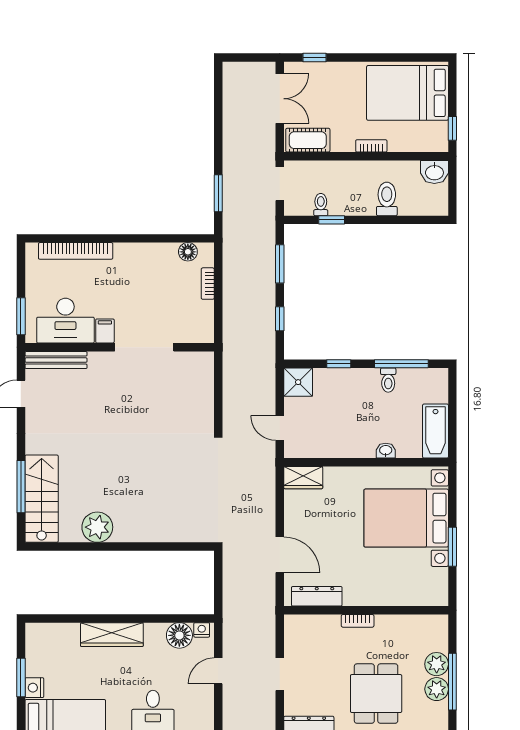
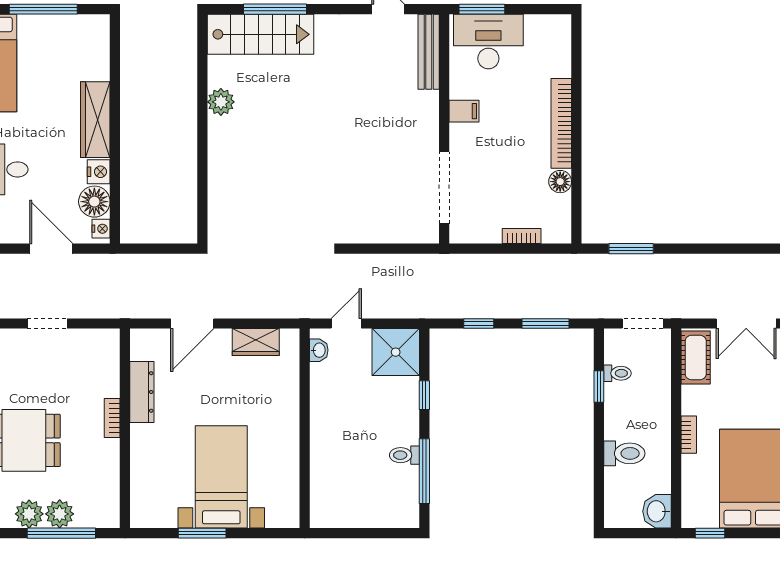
bookcase: (76, 251) -> (561, 123), moved
floor lamp: (188, 252) -> (560, 182), moved
desk: (65, 321) -> (488, 42), moved, turned 90
doorway: (144, 347) -> (444, 188), moved
shower: (298, 382) -> (396, 352), width x1.36, depth x1.36
bathtub: (435, 431) -> (342, 513), removed
washbasin: (386, 451) -> (319, 350), moved
wardrobe: (303, 478) -> (256, 342), moved, turned -90
bed with nightstands: (406, 518) -> (221, 477), width x0.73
plant: (97, 527) -> (221, 102), width x0.73, depth x0.73
dresser: (317, 596) -> (142, 392), moved
door: (218, 671) -> (51, 249), width x1.38
window: (21, 677) -> (43, 9), width x1.44
window: (452, 682) -> (61, 533), moved
nightstand: (34, 688) -> (99, 172), moved, turned 90

